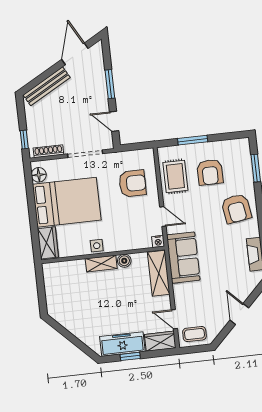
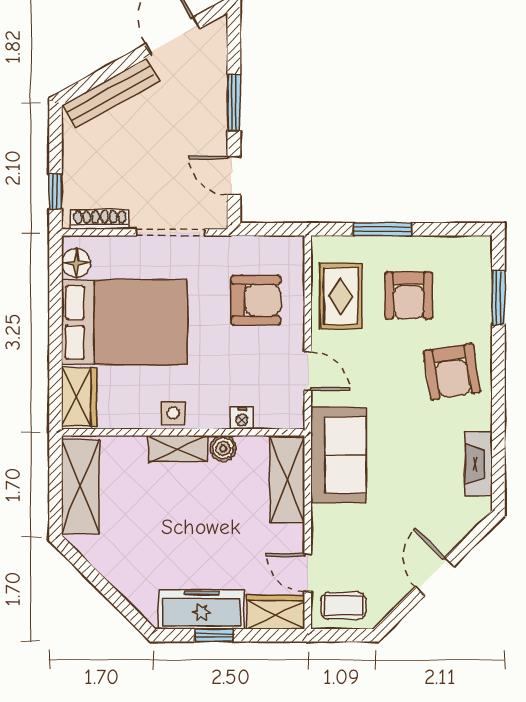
nightstand: (158, 241) -> (242, 418), moved
shelving: (54, 288) -> (81, 486), added

